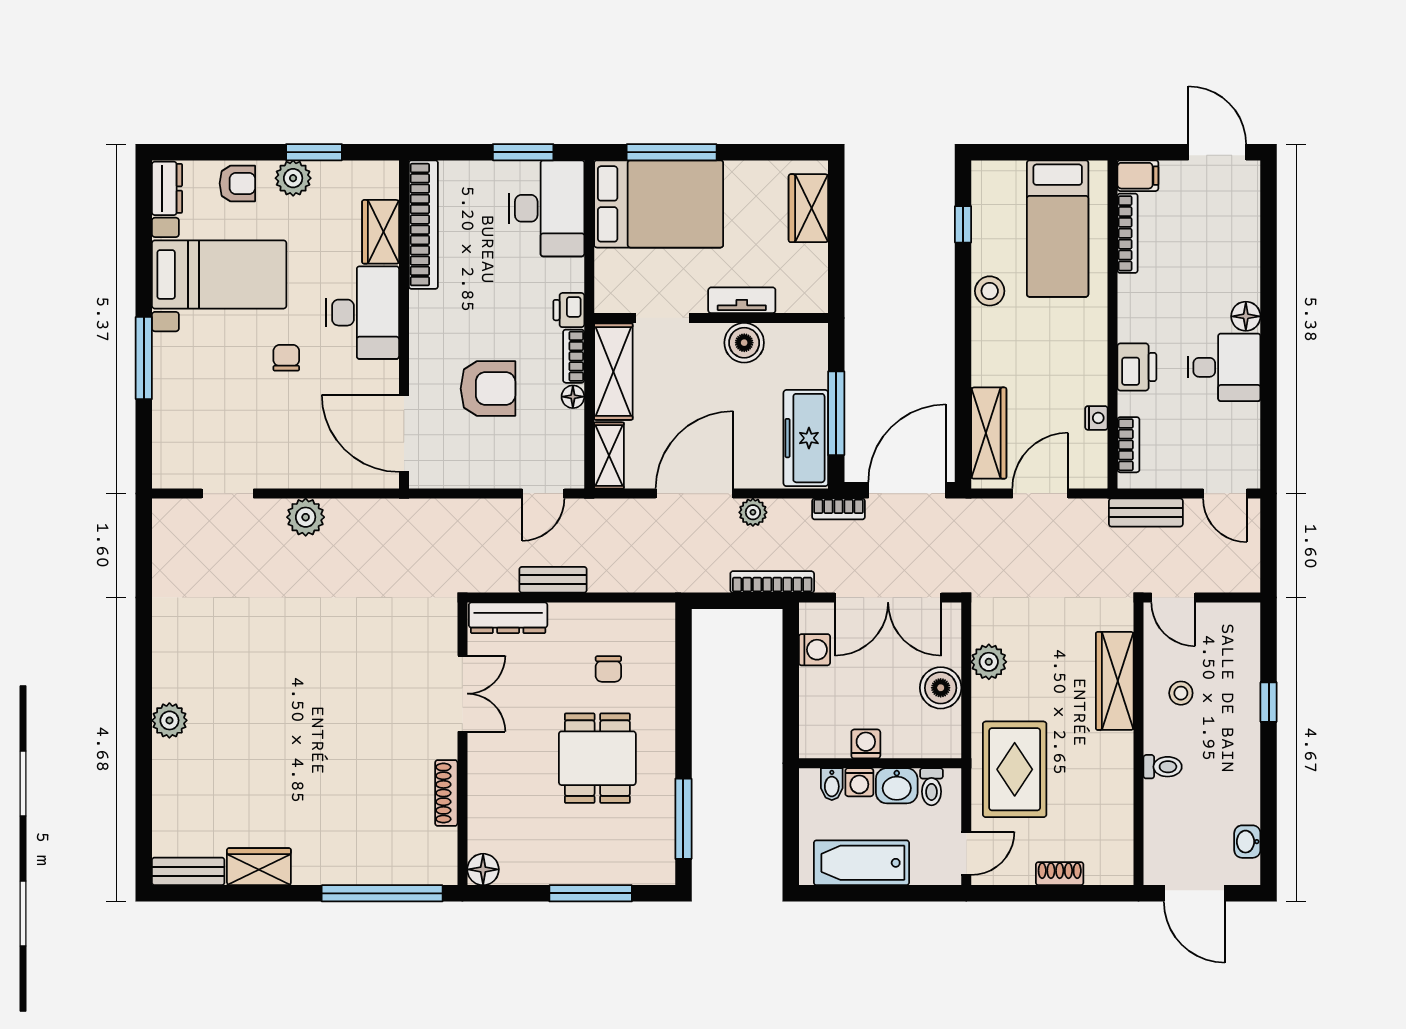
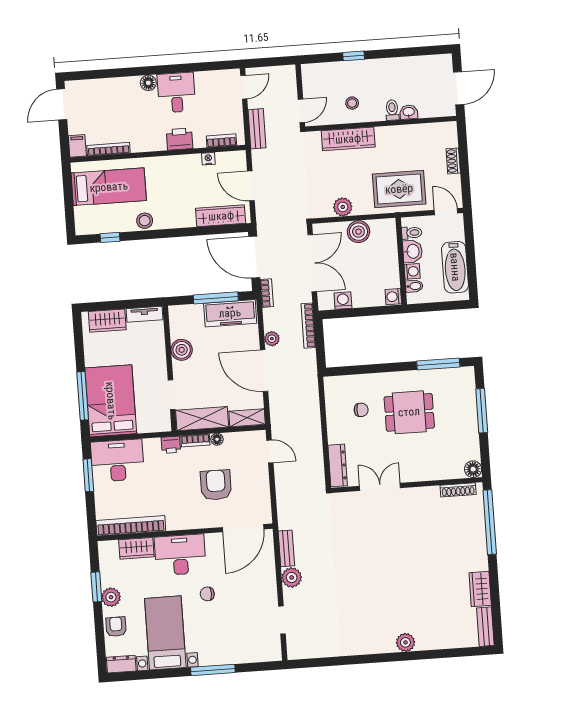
tv unit: (742, 300) -> (145, 314), moved, turned -90
bench: (553, 580) -> (286, 548), moved
washing machine: (866, 744) -> (393, 297), moved
shoe rack: (446, 793) -> (458, 490), moved
washbasin: (1247, 842) -> (409, 112), moved, turned 180

